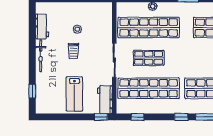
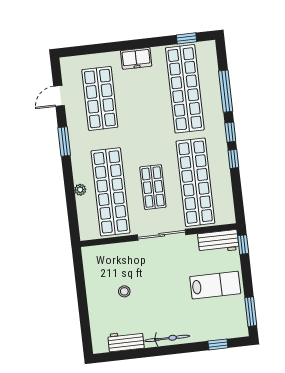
trolley: (74, 51) -> (155, 293), removed
window: (53, 117) -> (251, 312), added
window: (138, 117) -> (233, 159), moved

